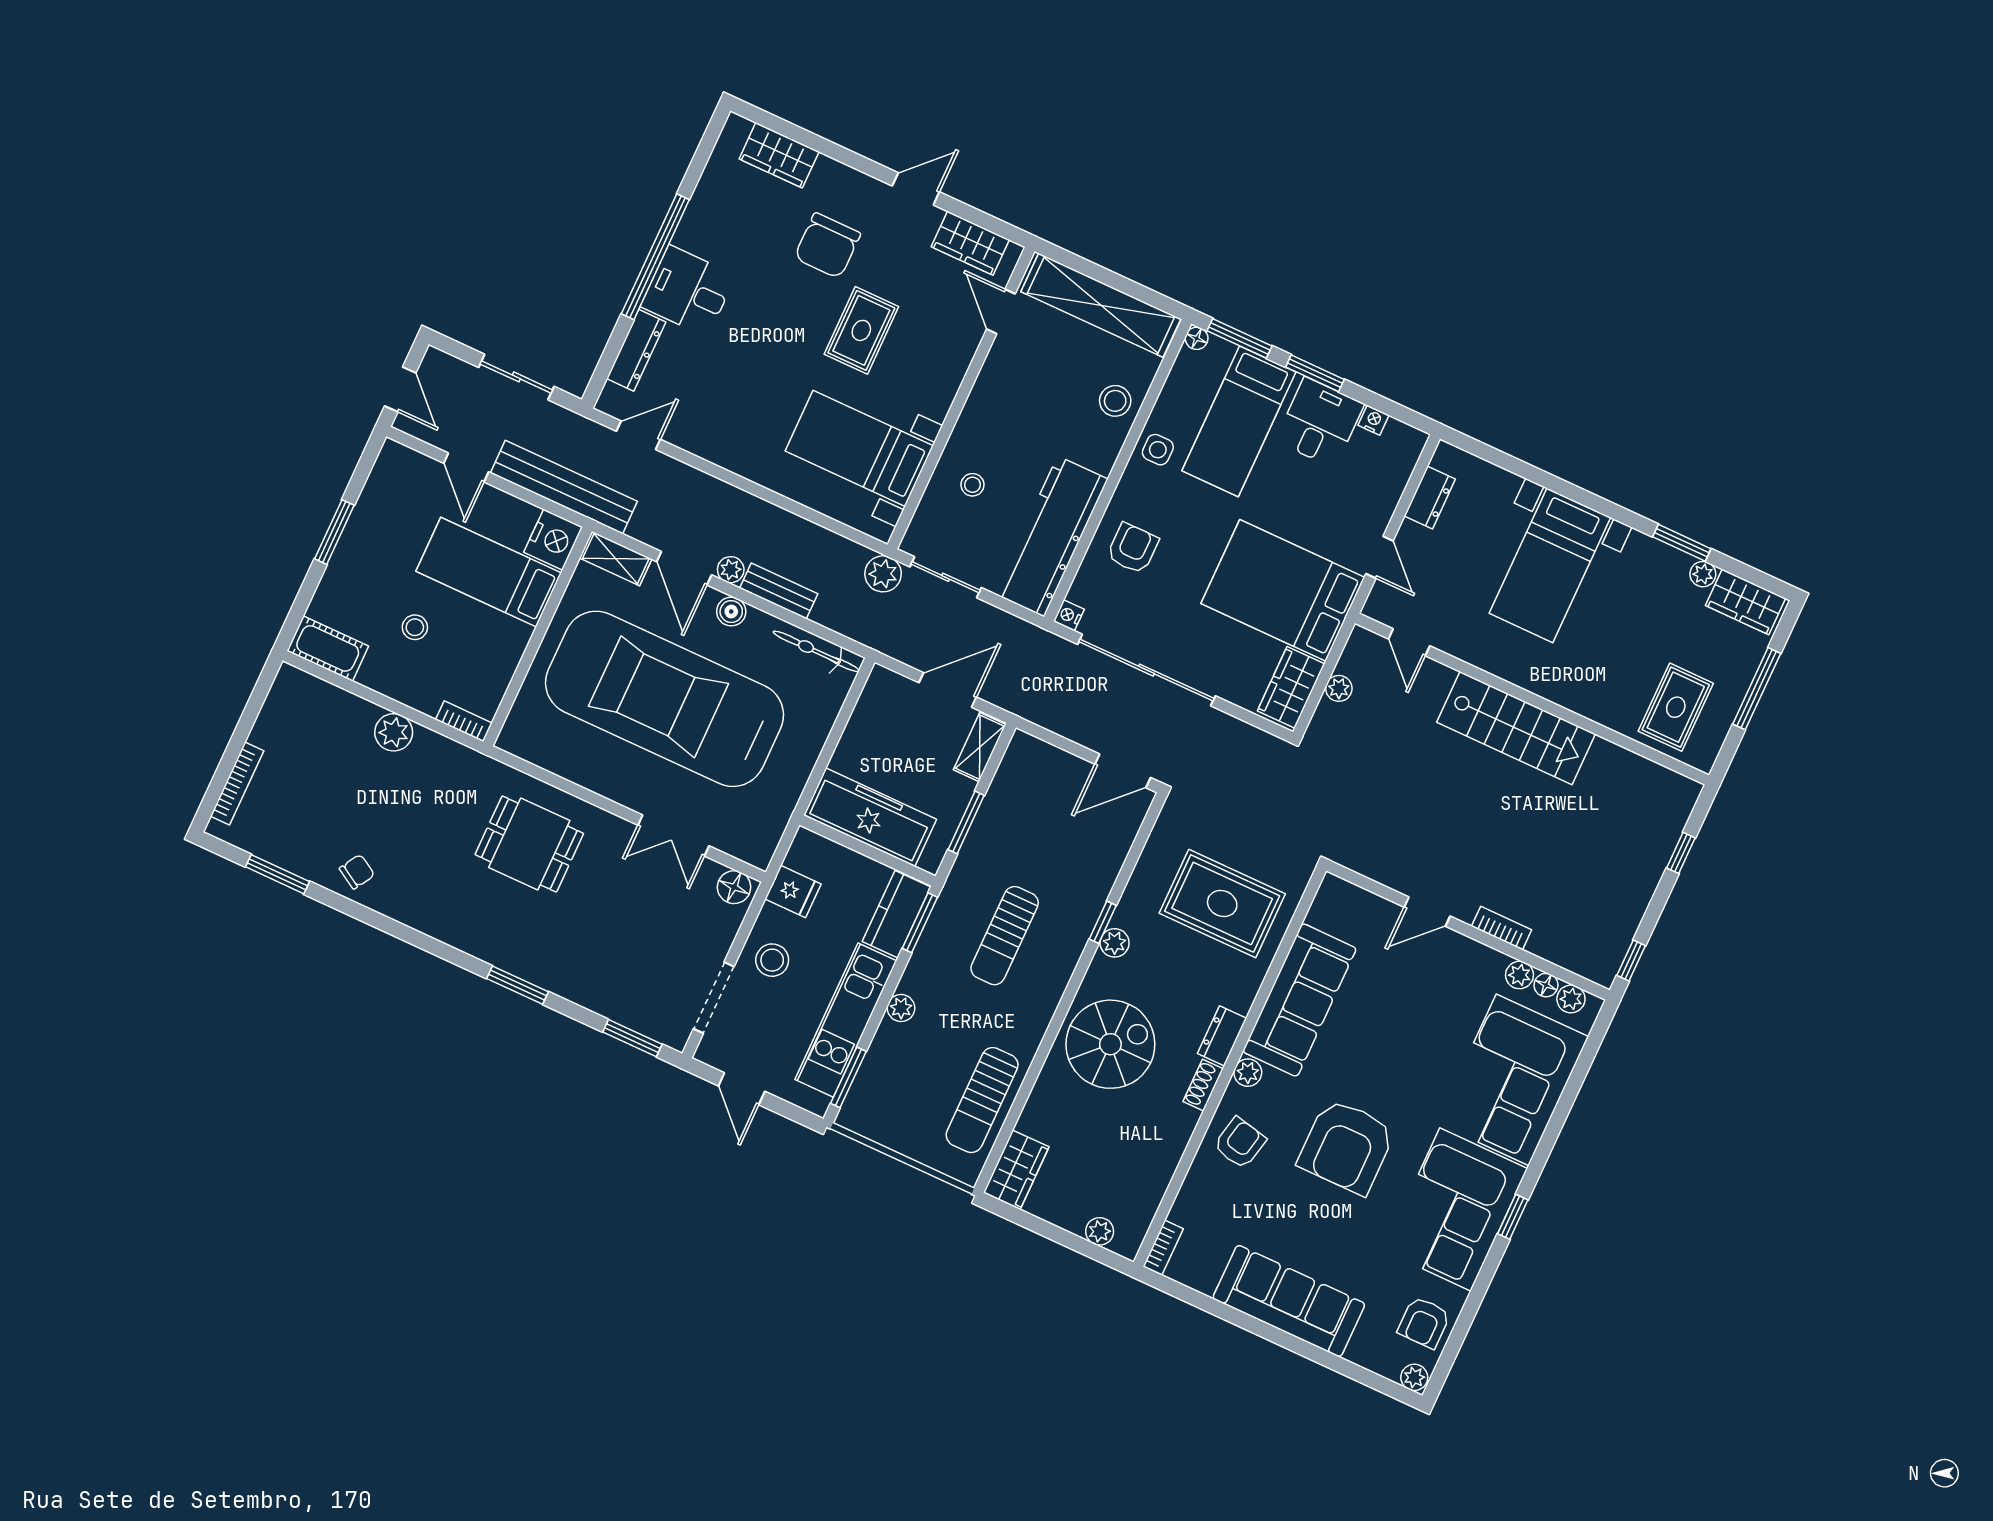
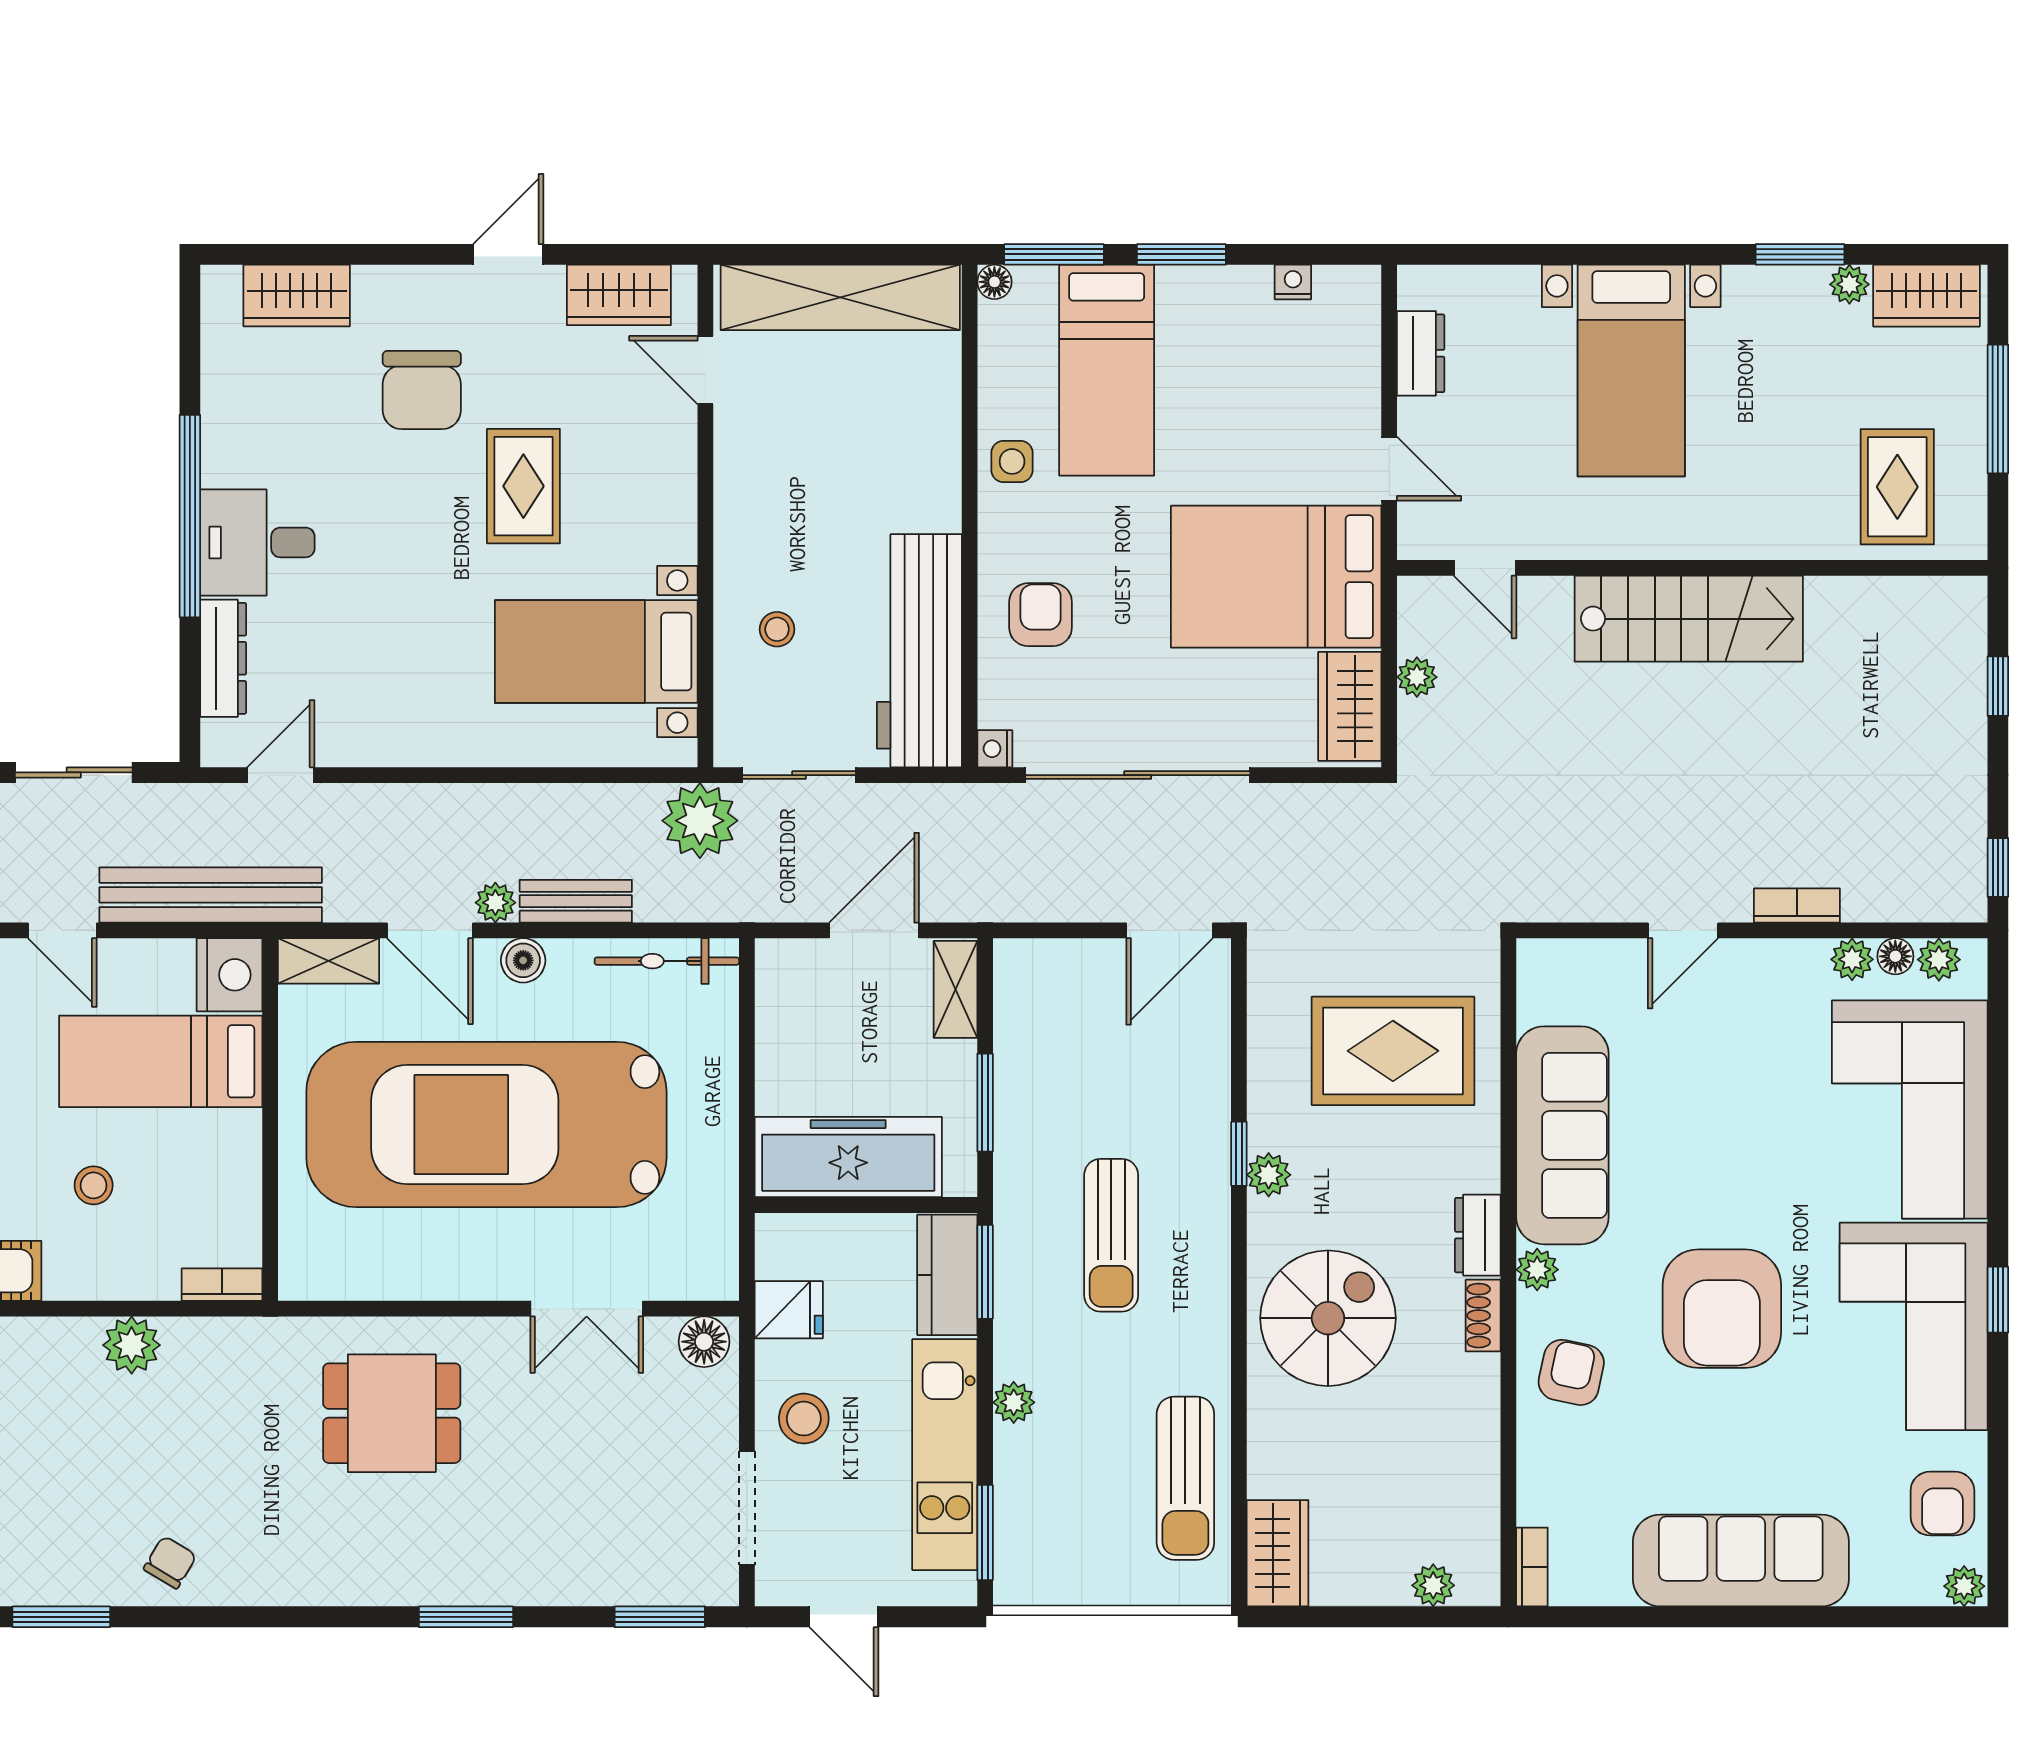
stool: (1115, 401) -> (921, 421), removed
desk: (1320, 422) -> (1220, 320), removed
plant: (883, 574) -> (700, 821), width x1.36, depth x1.36

